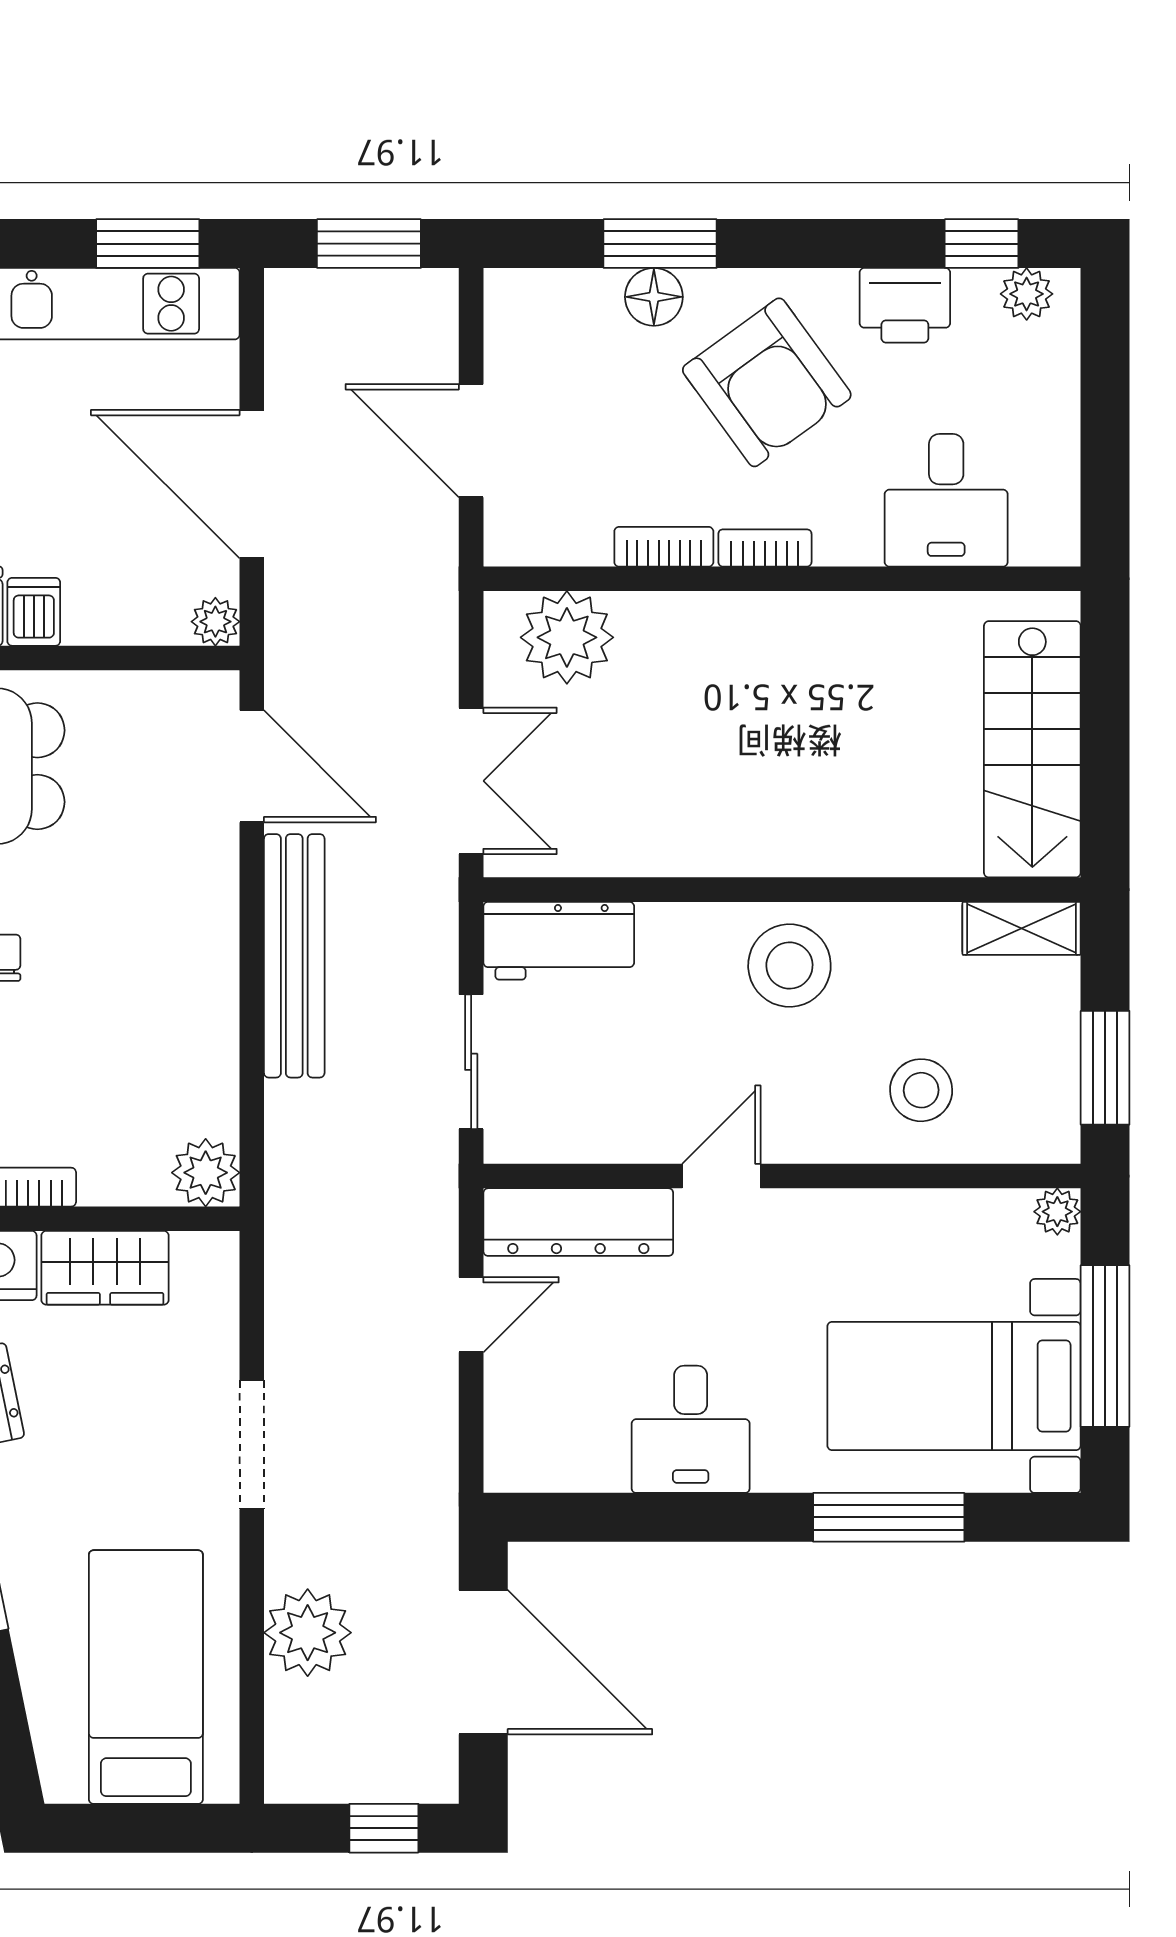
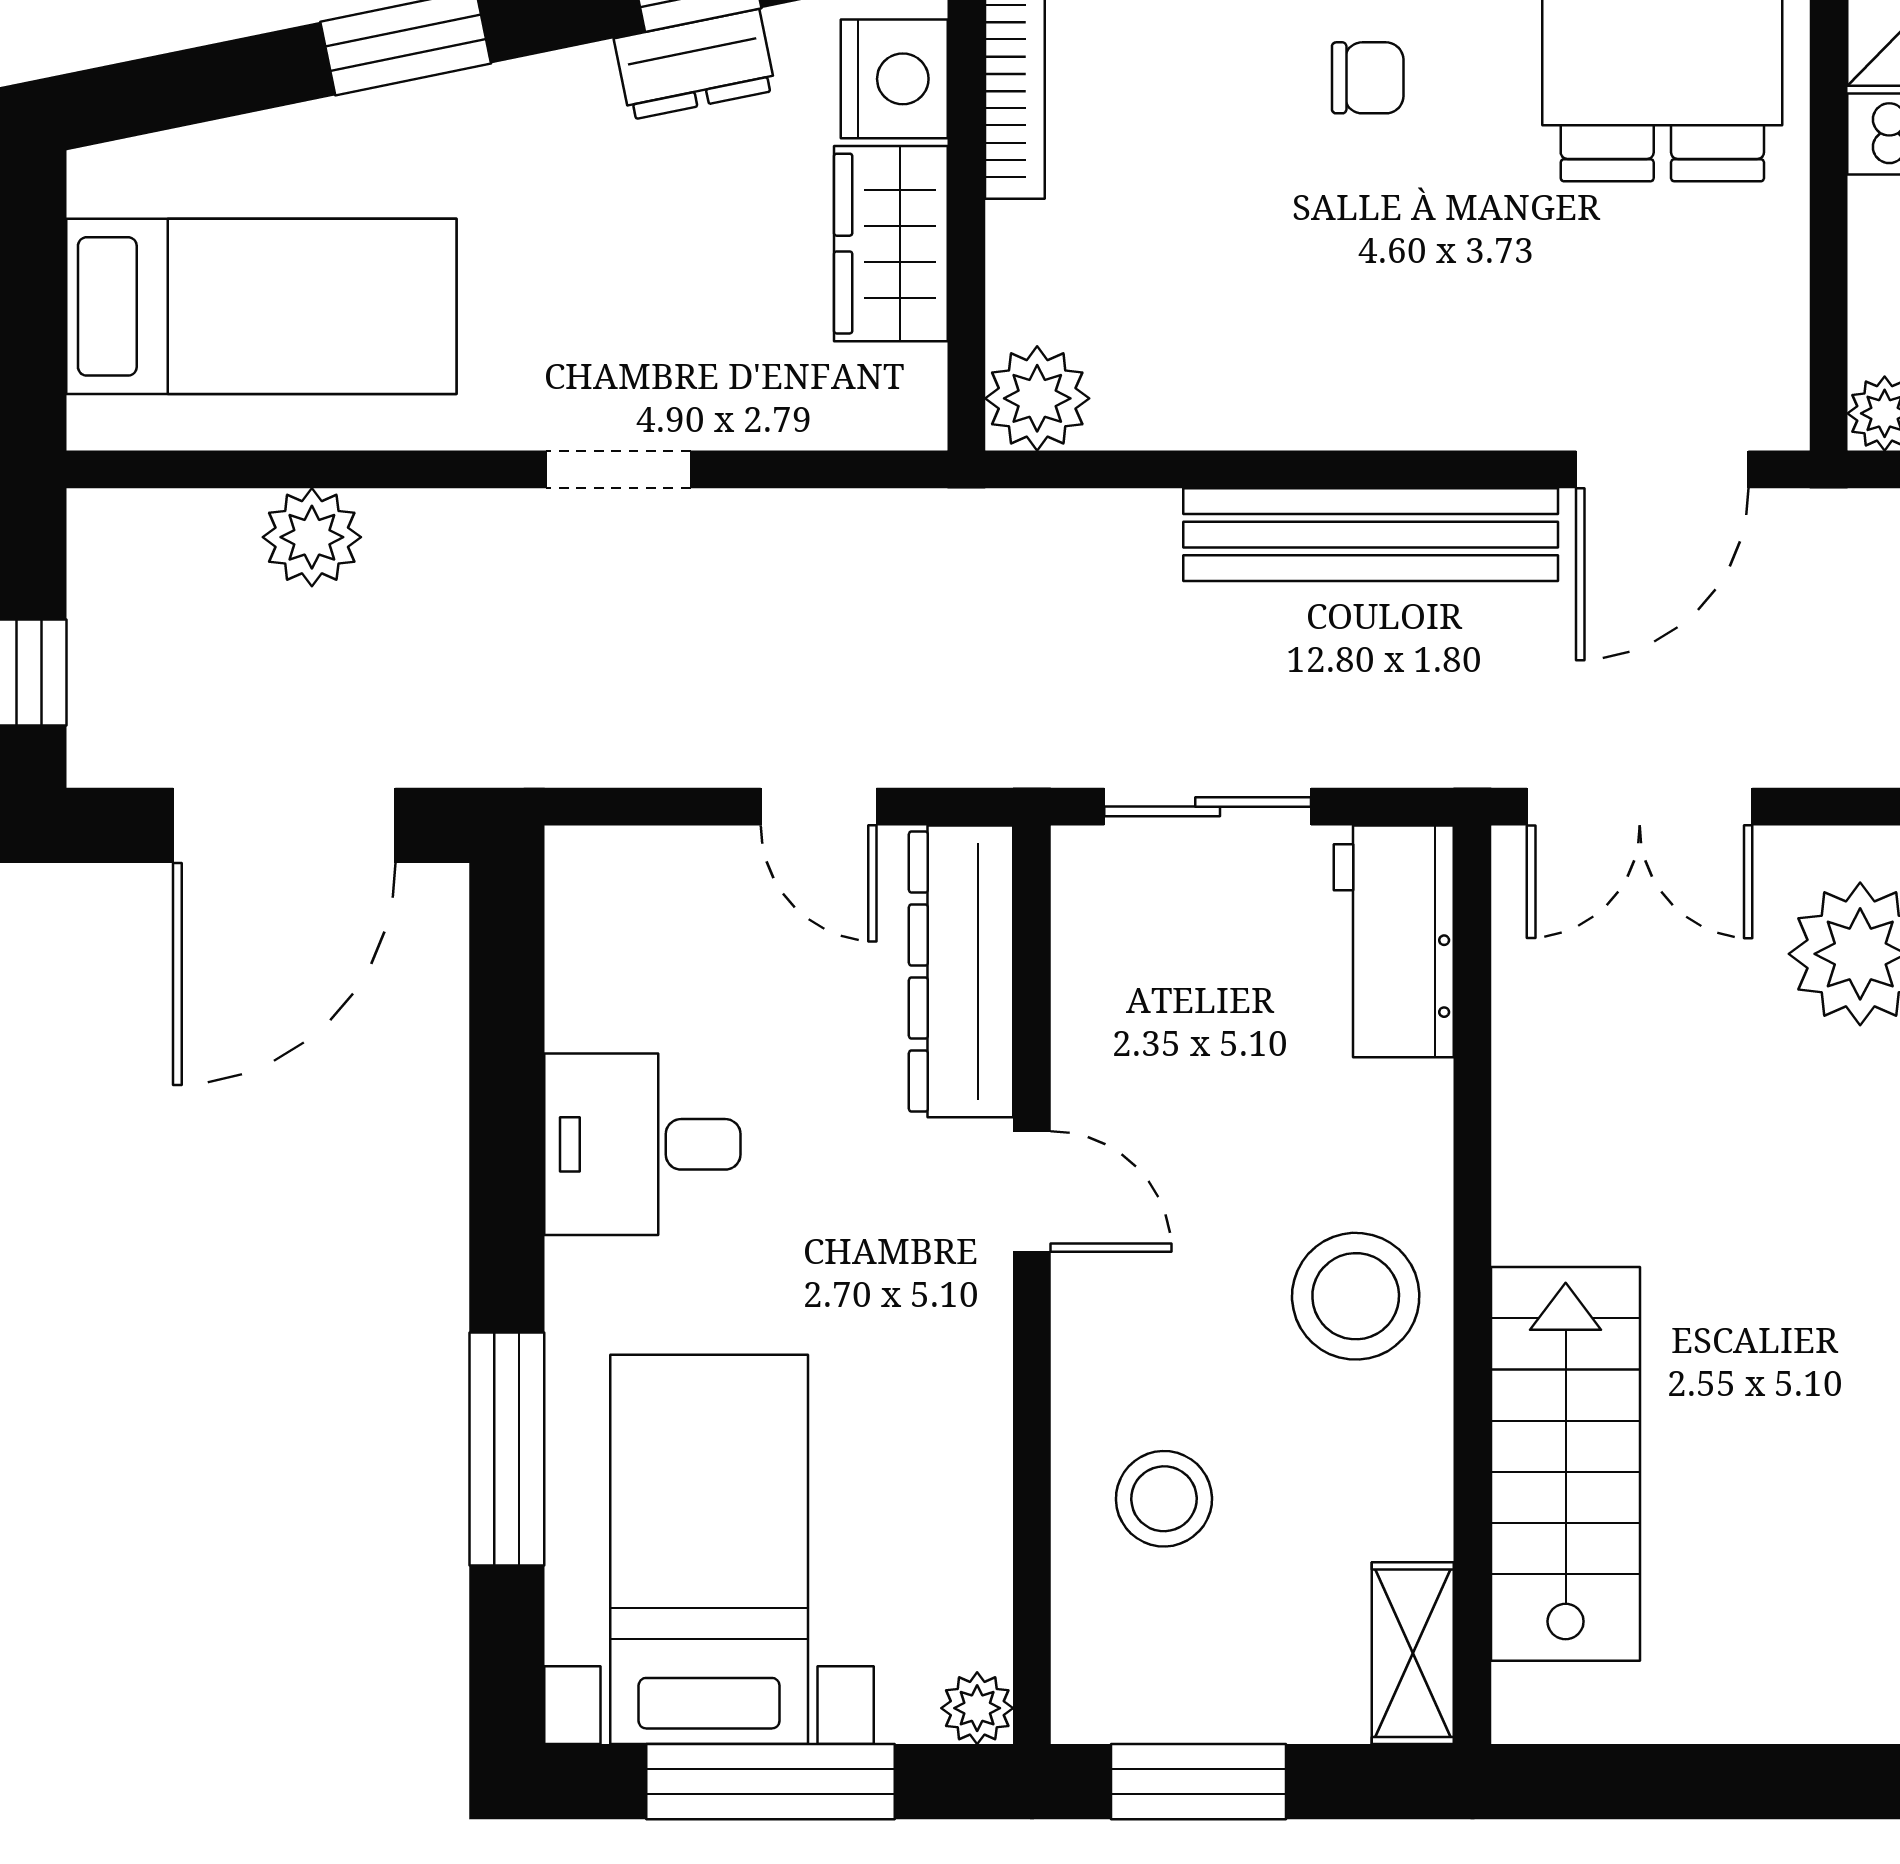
stairs: (1032, 749) -> (1566, 1464), moved, turned 90
doorway: (252, 1445) -> (619, 469), width x0.73
plant: (308, 1633) -> (312, 537), width x0.73, depth x0.73

